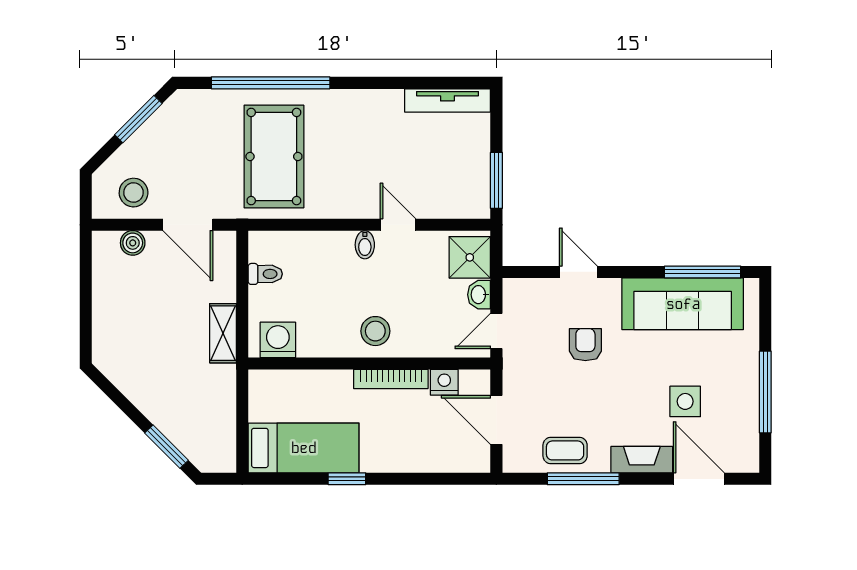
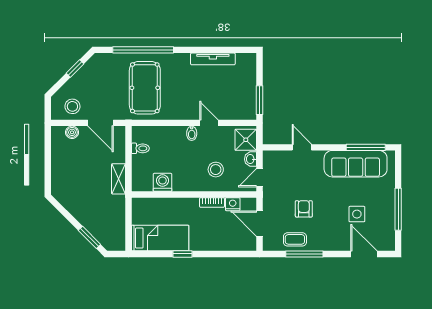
tv unit: (447, 100) -> (213, 59), moved
window: (138, 119) -> (75, 69), width x0.67
stool: (375, 331) -> (216, 170), moved
washing machine: (278, 340) -> (163, 182), moved
armchair: (585, 345) -> (304, 209), moved
bookcase: (391, 379) -> (212, 203), width x0.64
fireplace: (642, 460) -> (335, 244), removed

